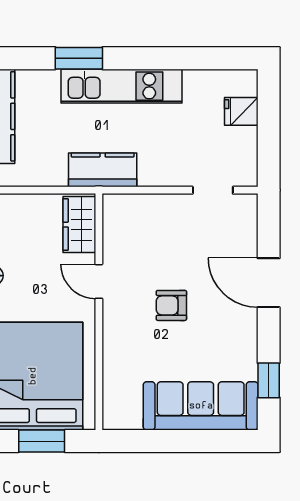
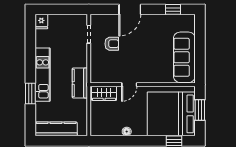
fridge: (241, 111) -> (41, 22), moved
armchair: (171, 305) -> (112, 44), moved, turned -90
sofa: (201, 406) -> (184, 57), moved

